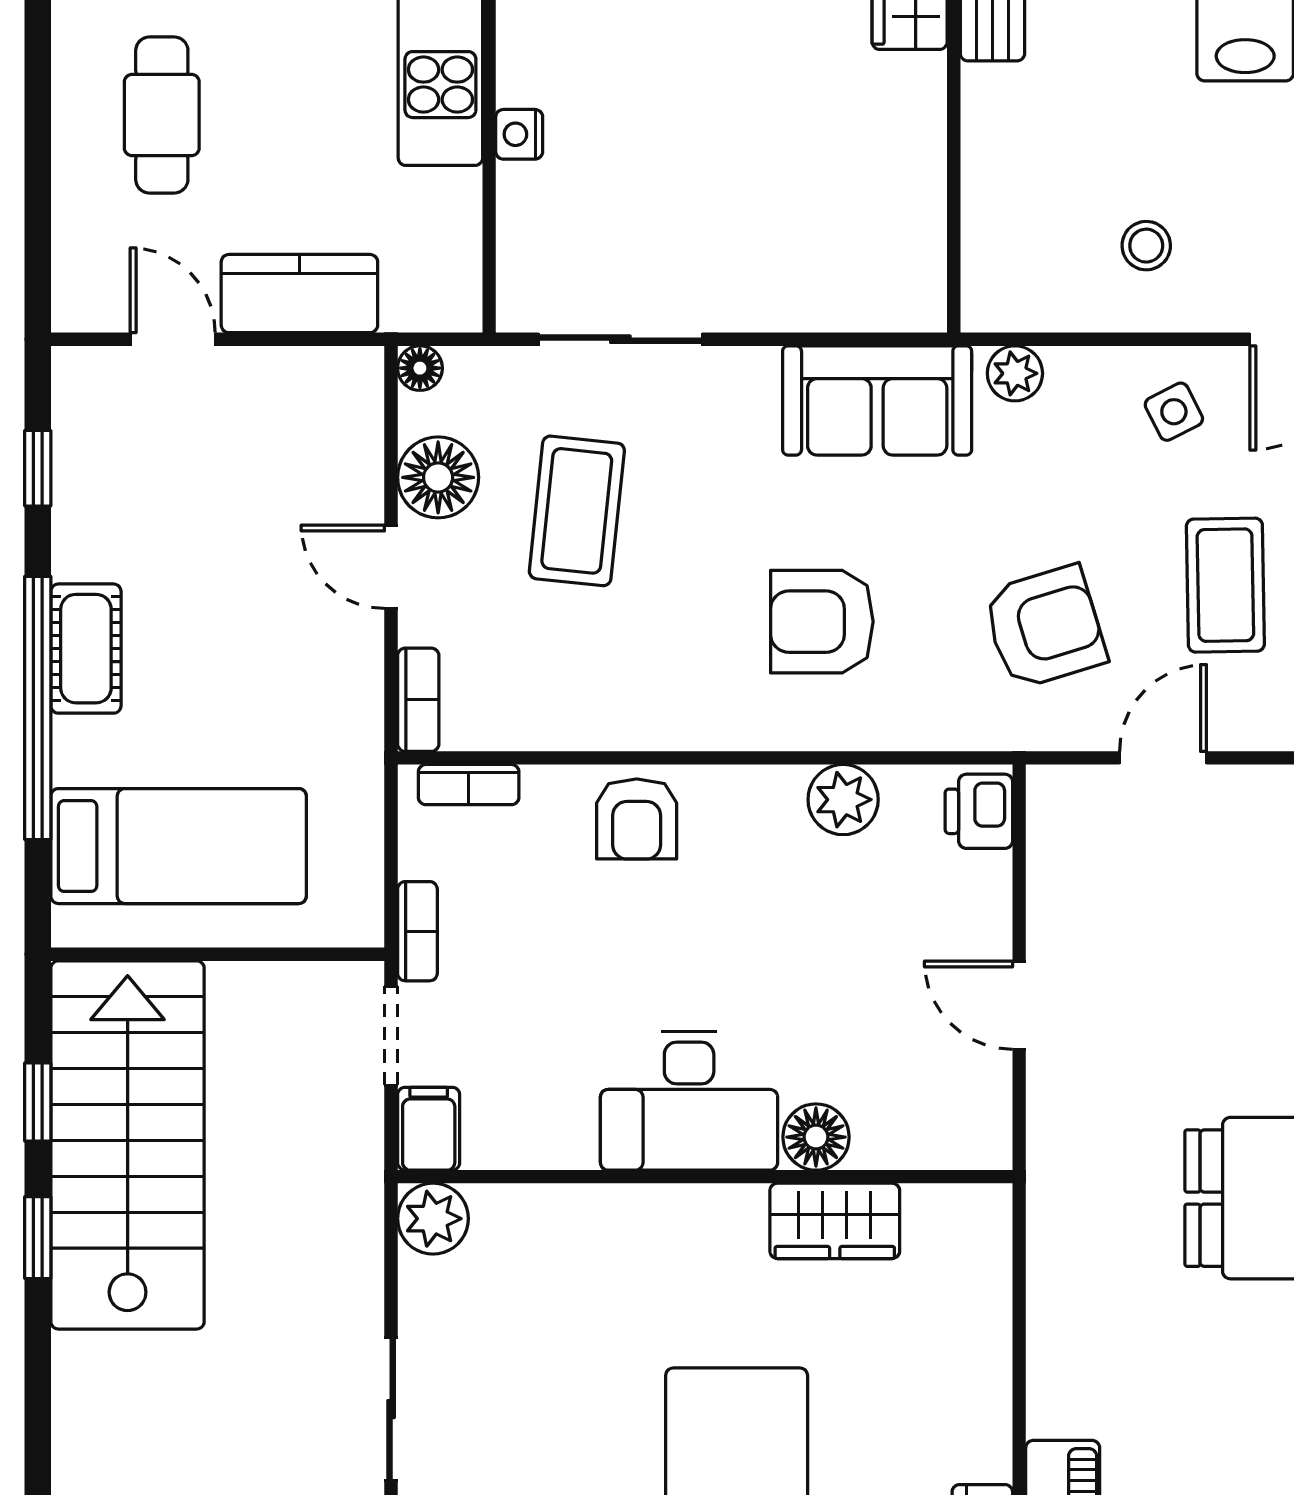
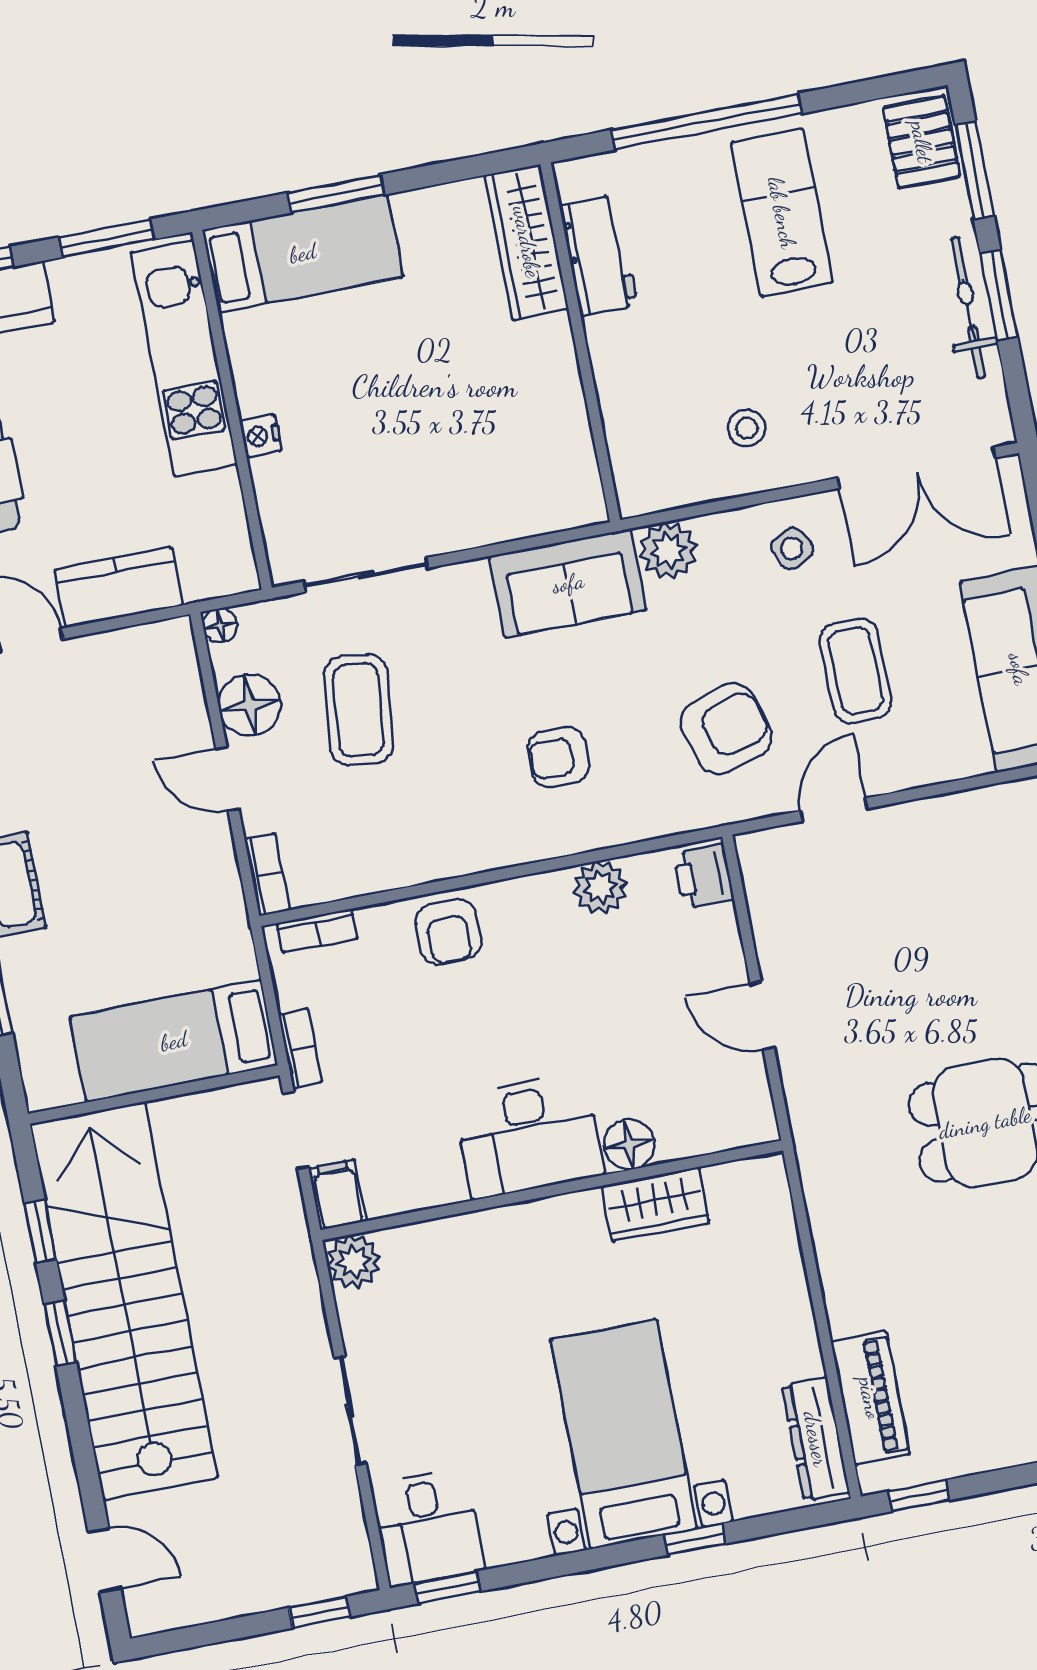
plant: (1015, 373) -> (669, 551), width x1.38, depth x1.38
armchair: (822, 622) -> (558, 757), width x0.72, depth x0.72
bed: (179, 846) -> (174, 1041), moved, turned 180
stairs: (128, 1145) -> (124, 1301), width x1.36

